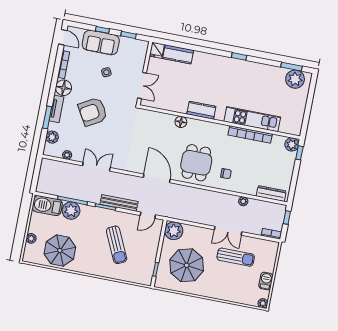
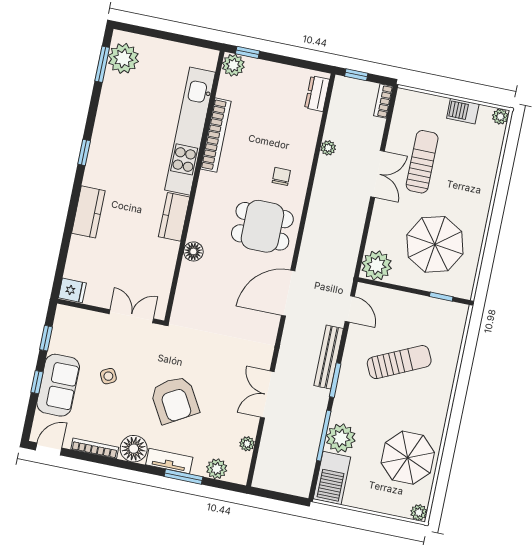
kitchen counter: (178, 54) -> (88, 212), moved
kitchen unit: (252, 119) -> (190, 131), width x1.36
dresser: (271, 194) -> (317, 94), width x0.70
plant: (31, 238) -> (419, 512), moved

